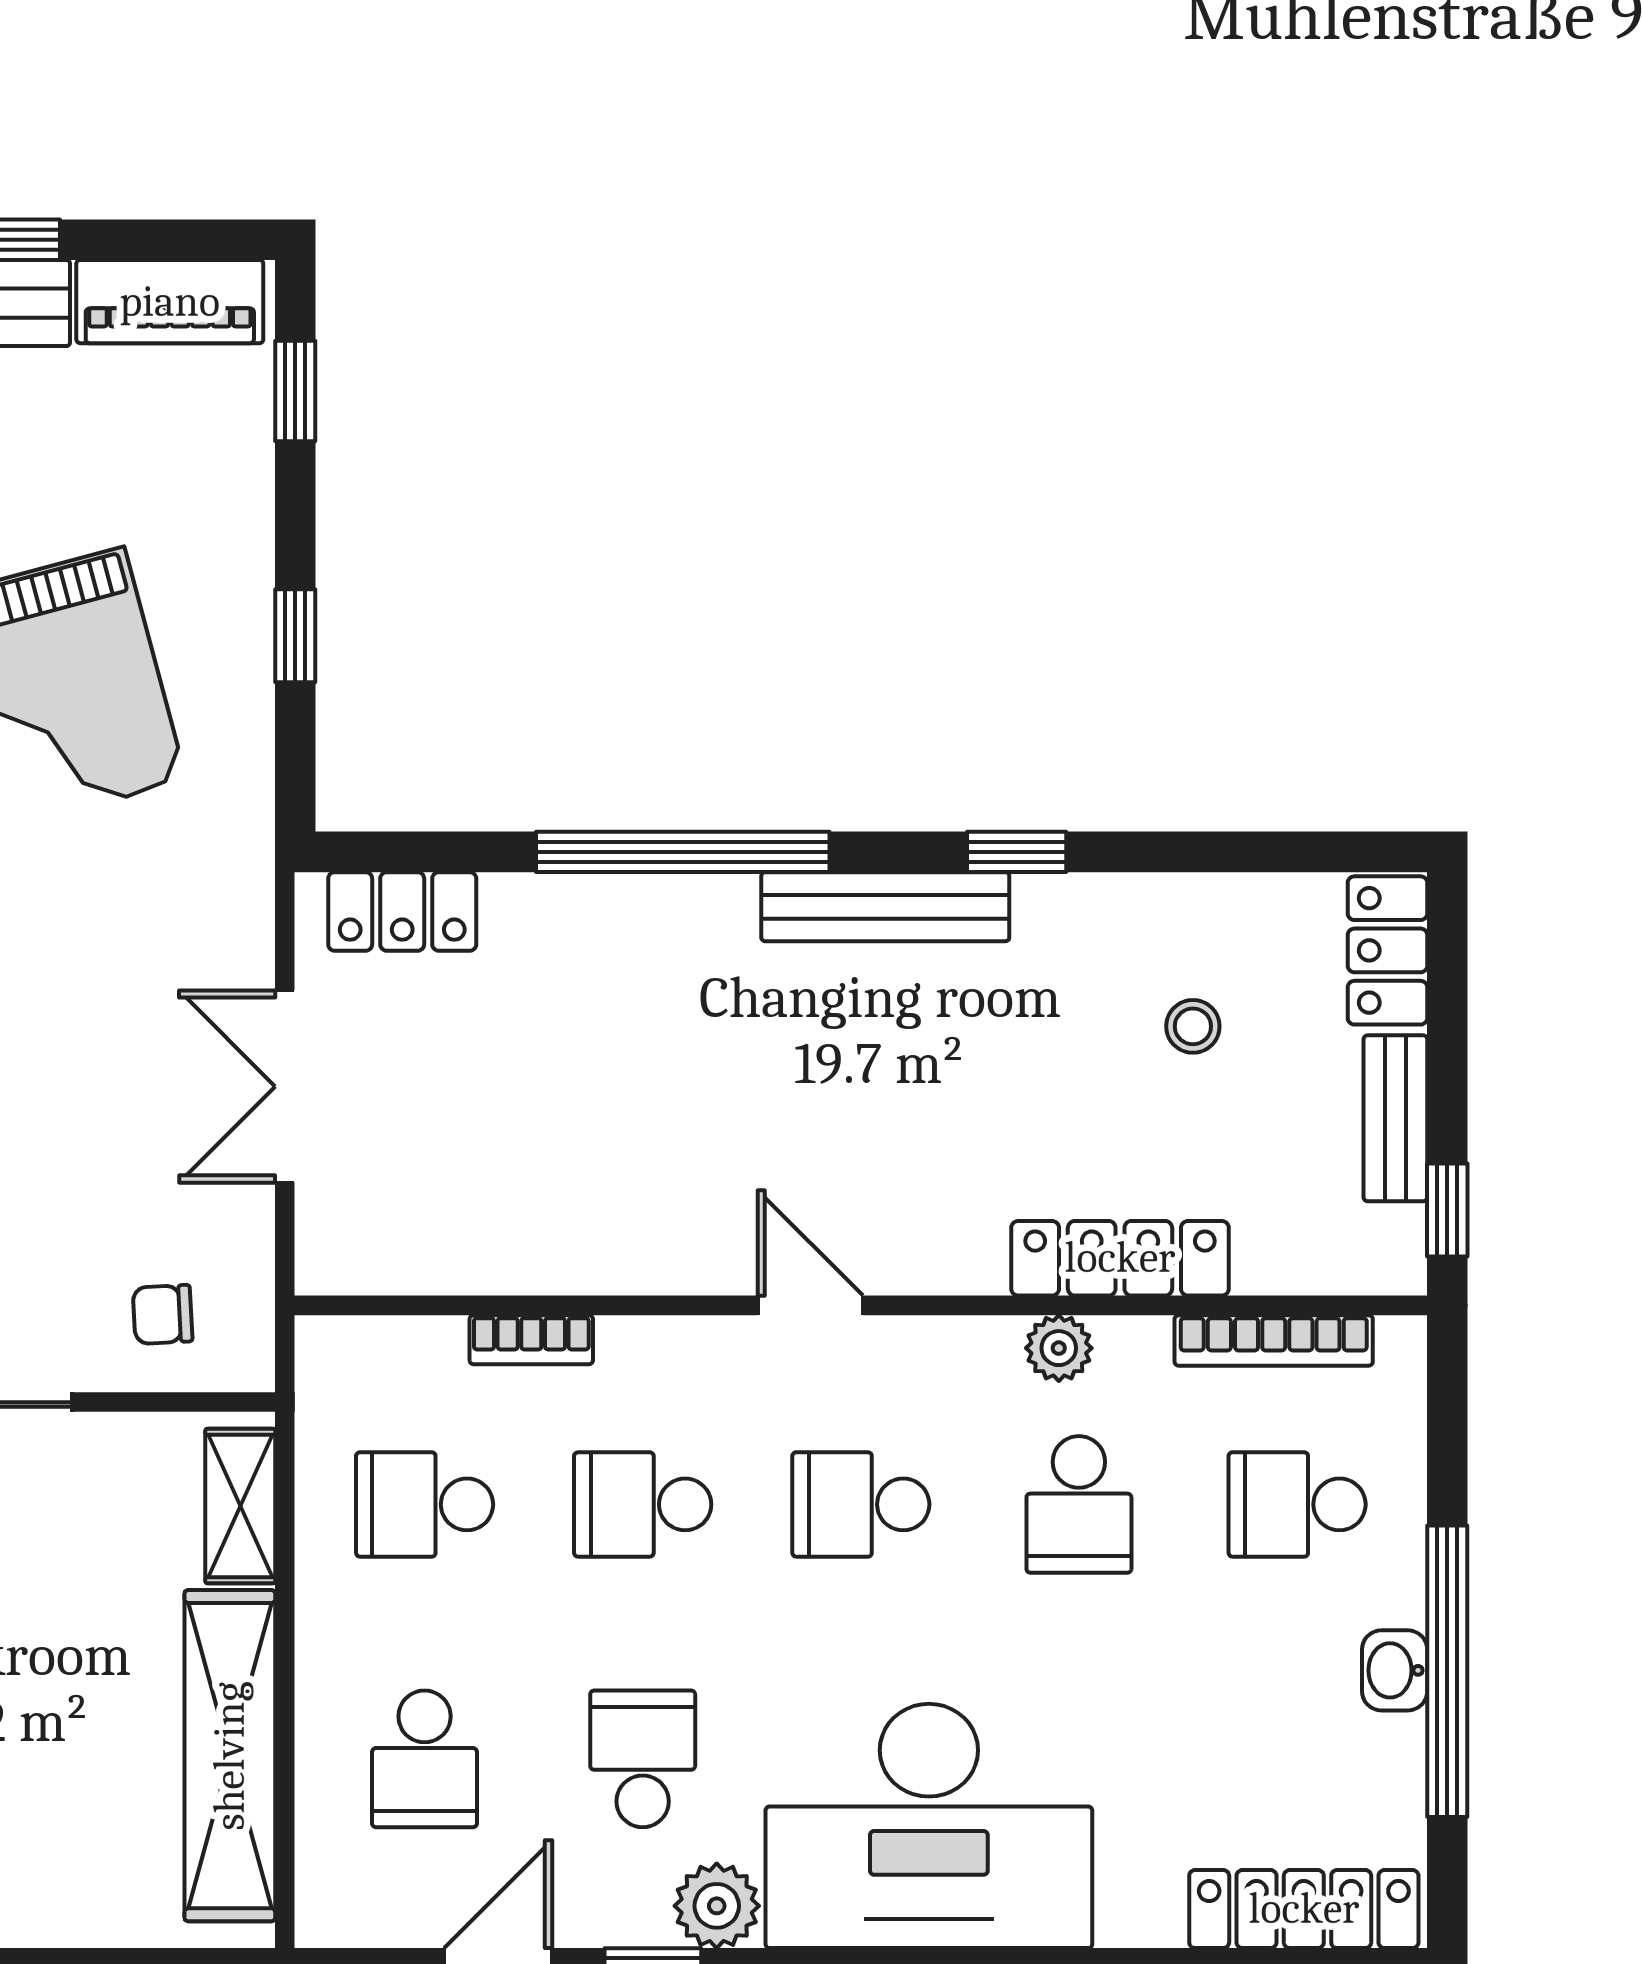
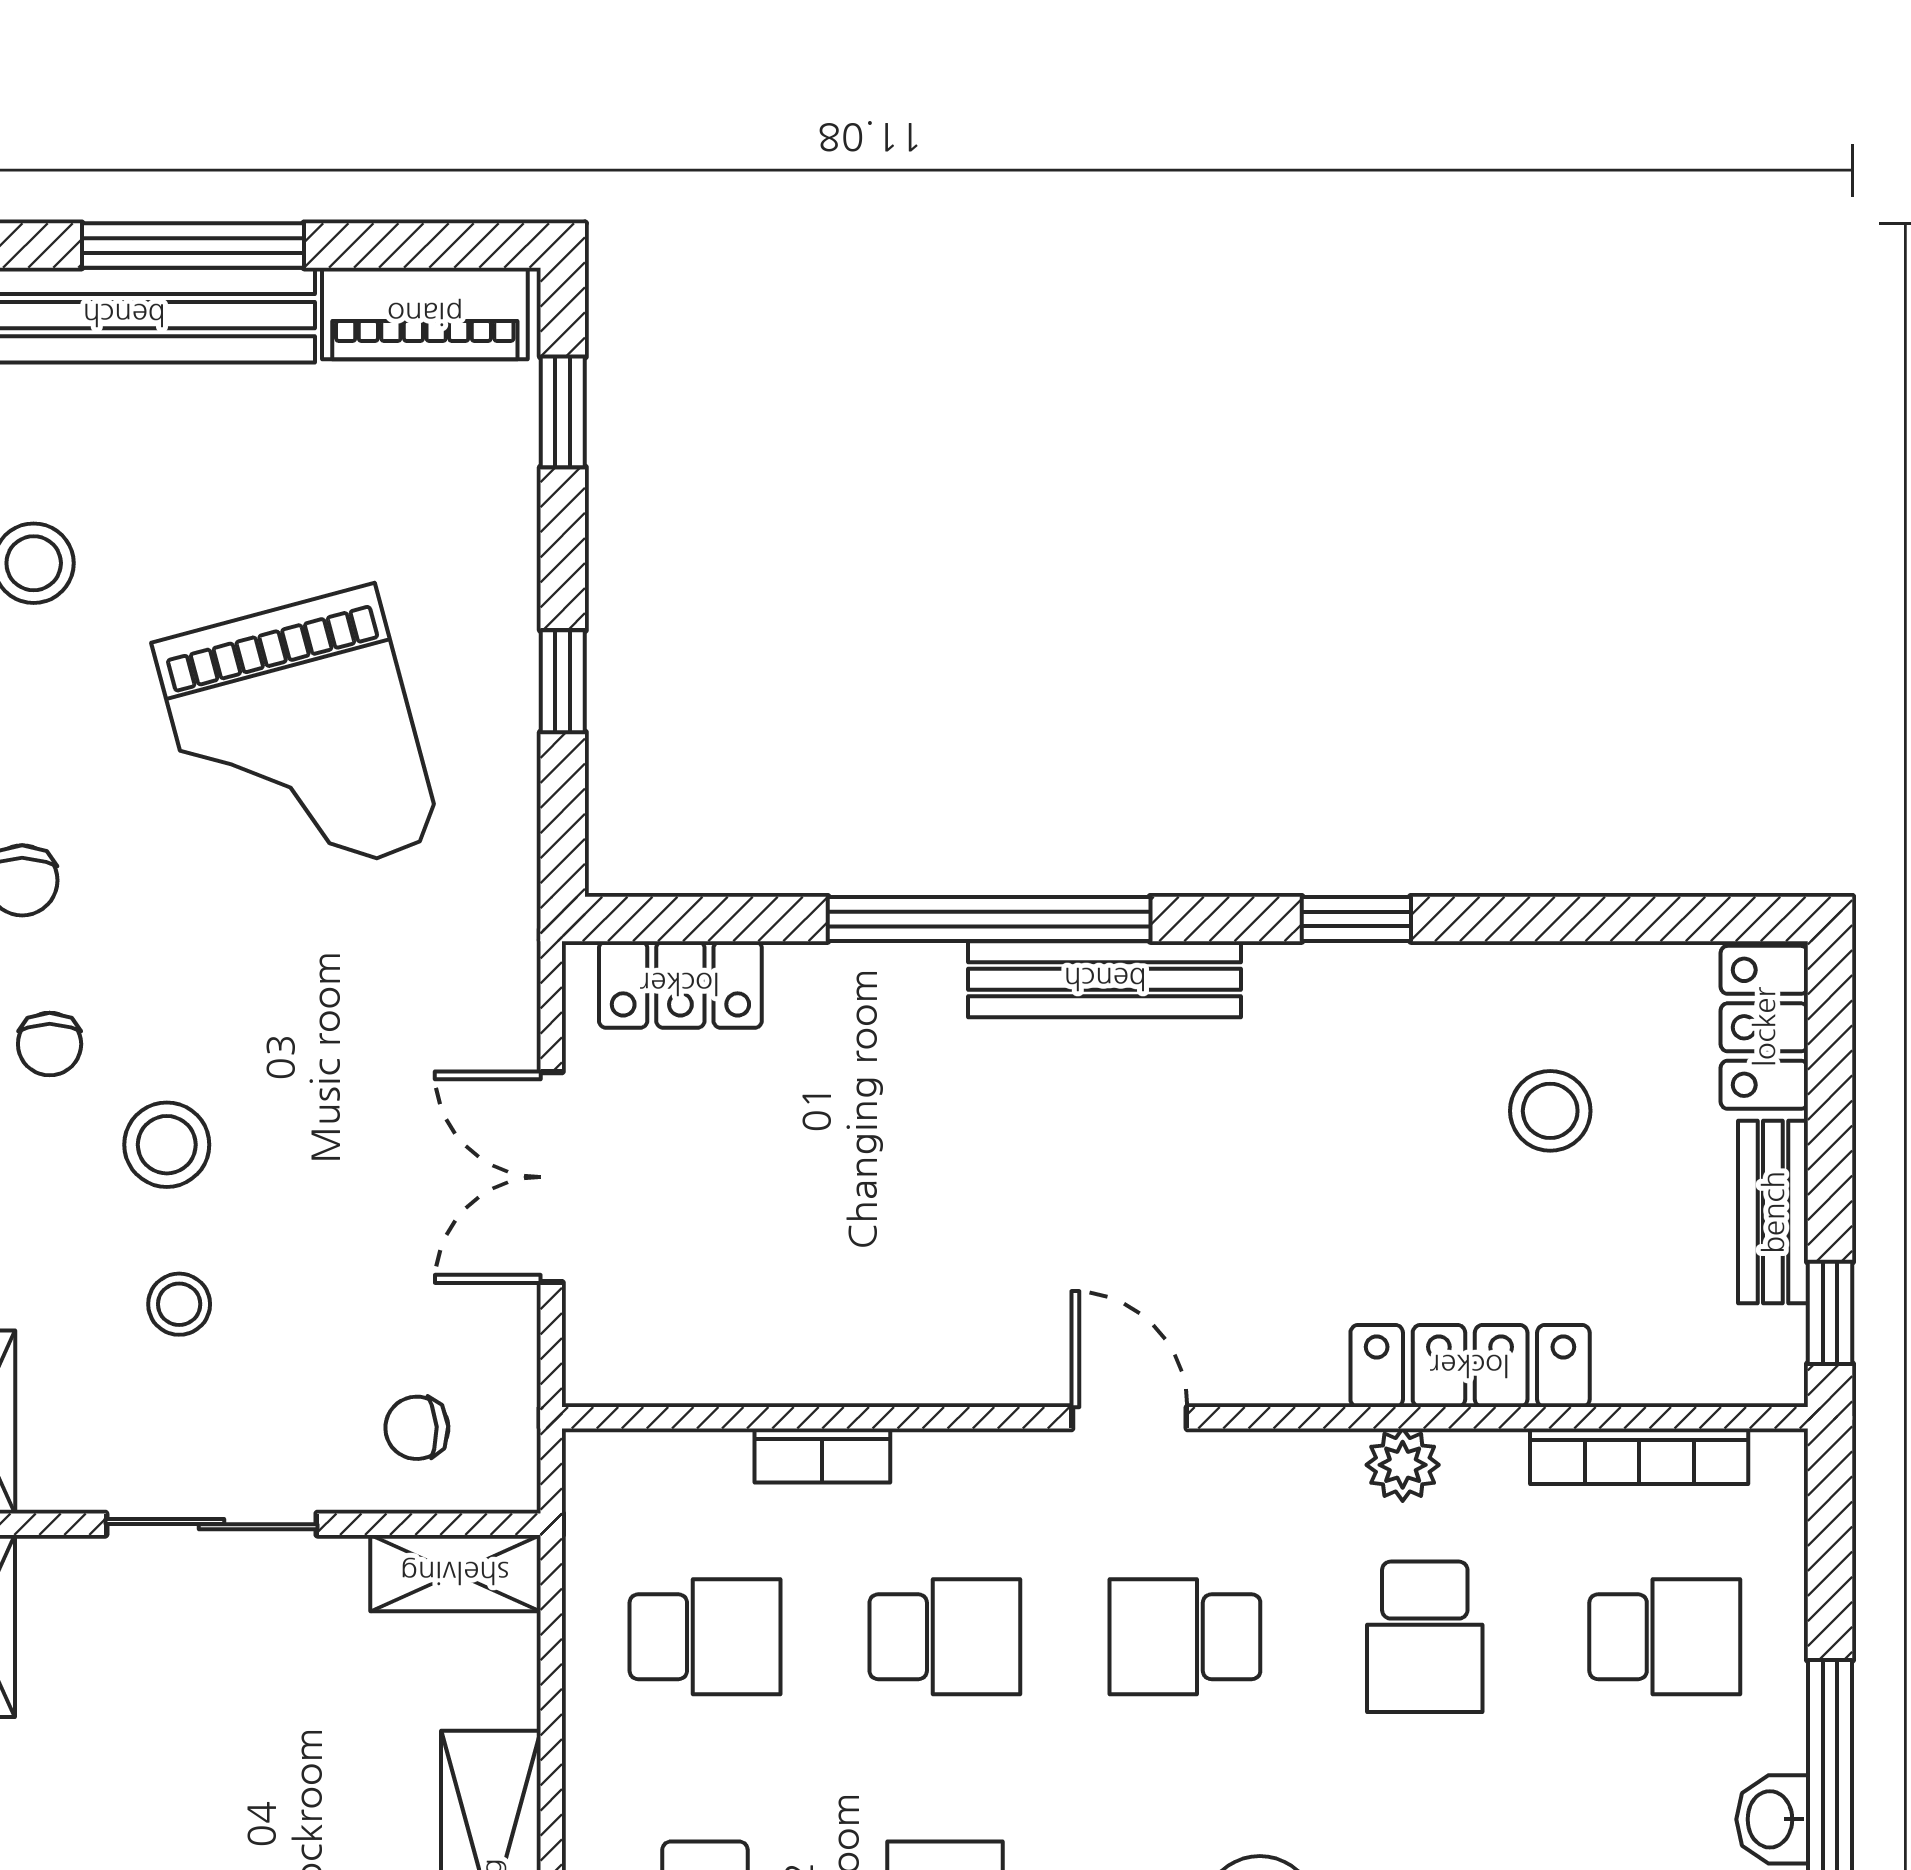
bench: (885, 907) -> (1105, 979), moved
stool: (1193, 1026) -> (1550, 1111), width x1.37, depth x1.37
school desk: (425, 1504) -> (705, 1637), turned 180
school desk: (643, 1504) -> (945, 1637), turned 180
school desk: (1297, 1504) -> (1665, 1637), turned 180
shelving: (240, 1506) -> (455, 1573), moved, turned 90

